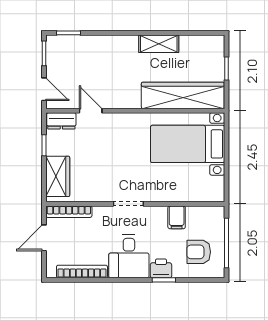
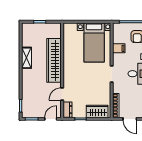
wardrobe: (183, 95) -> (54, 60), moved
bed with nightstands: (188, 144) -> (94, 42), moved

